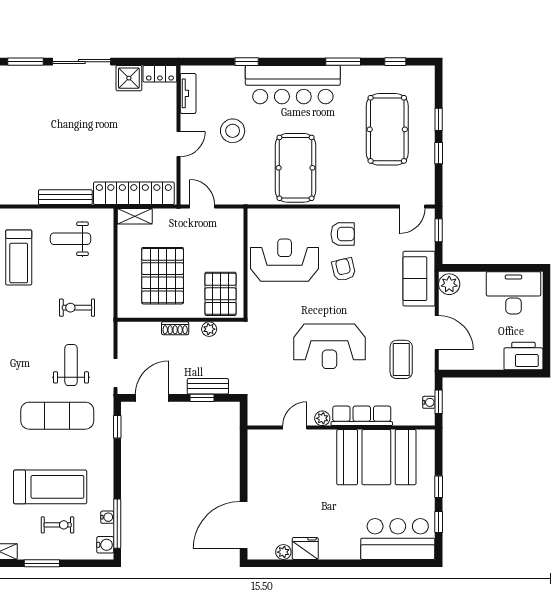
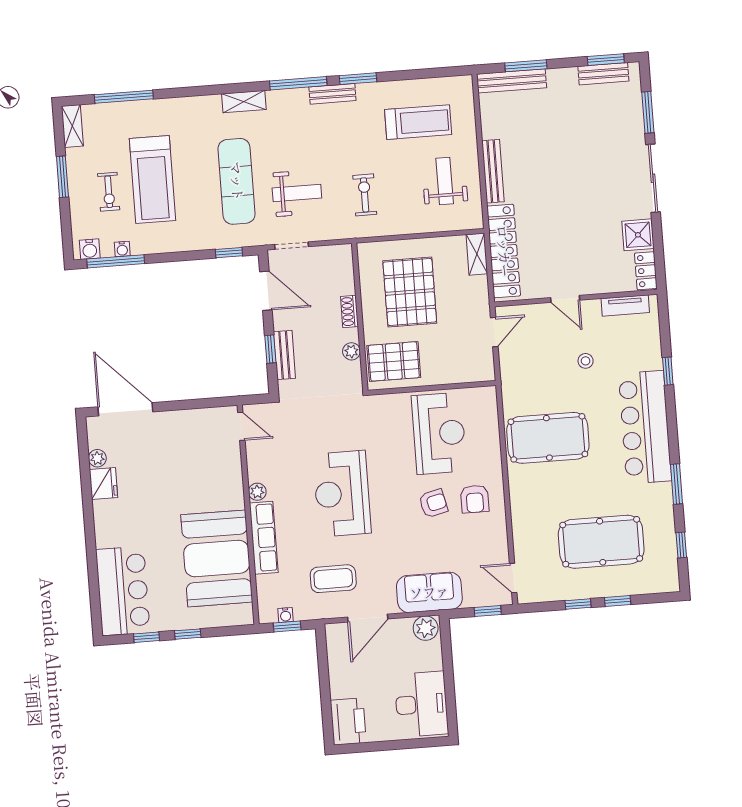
stool: (233, 131) -> (586, 361), width x0.53, depth x0.53
treadmill: (19, 257) -> (418, 122), turned 180
pallet: (163, 276) -> (410, 292), turned 90
door: (295, 428) -> (241, 426), moved

